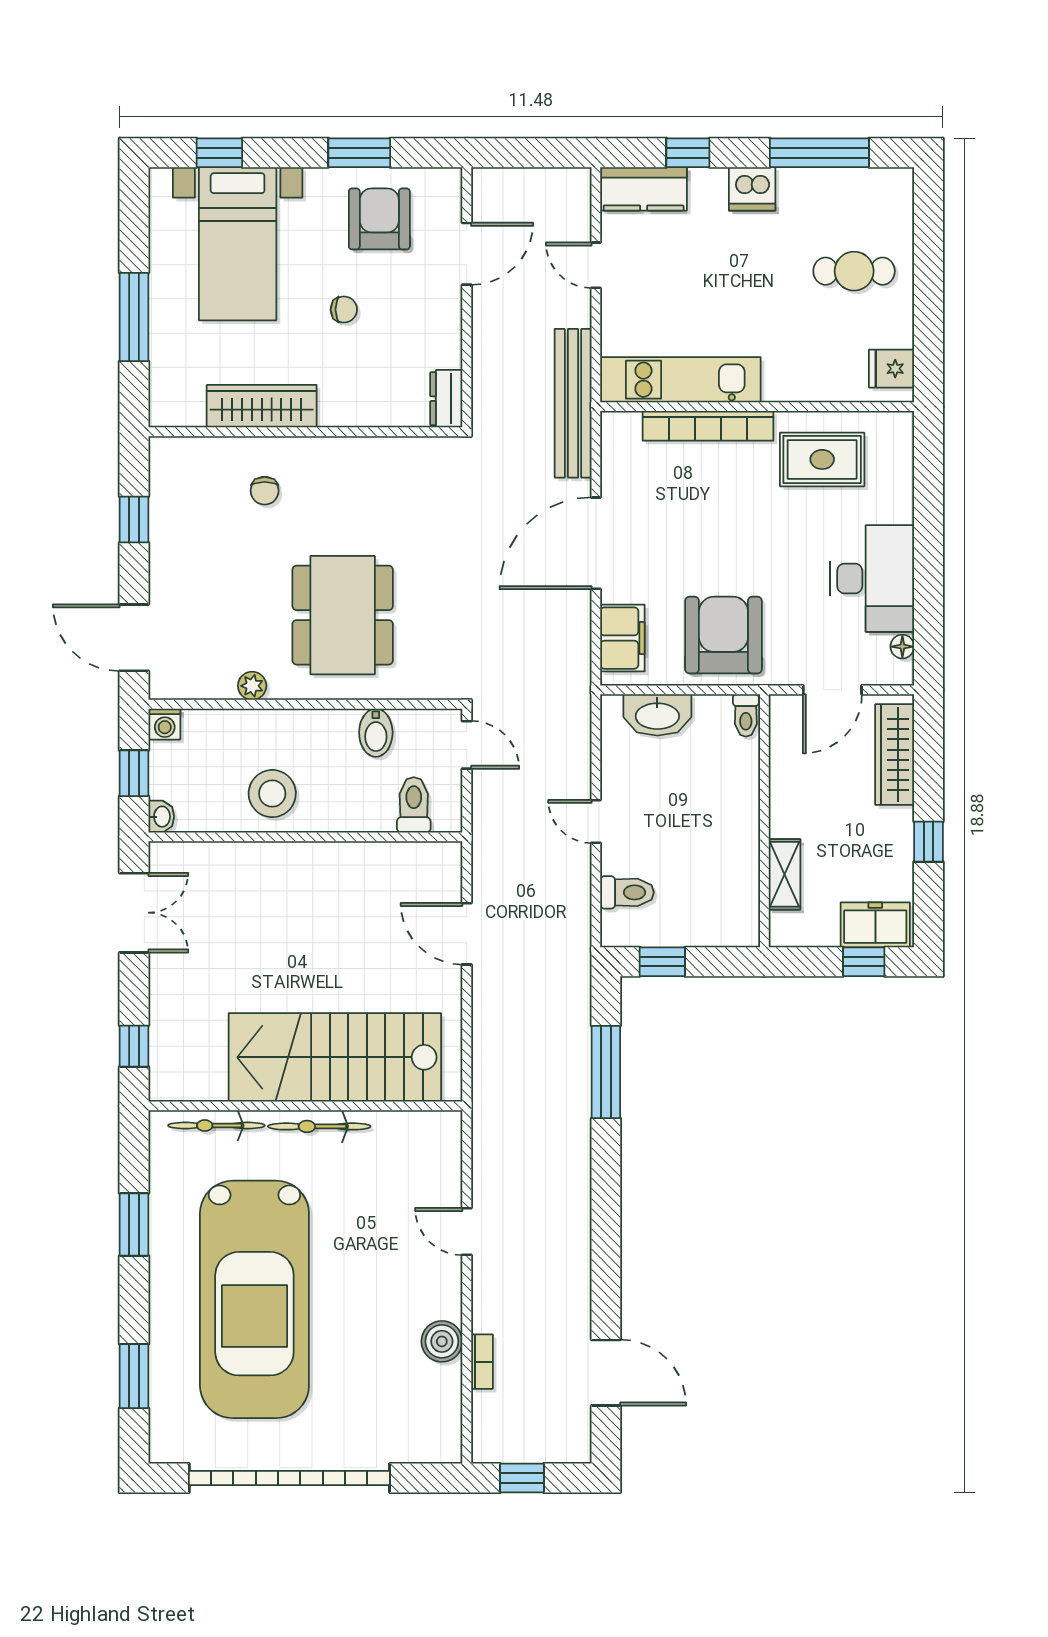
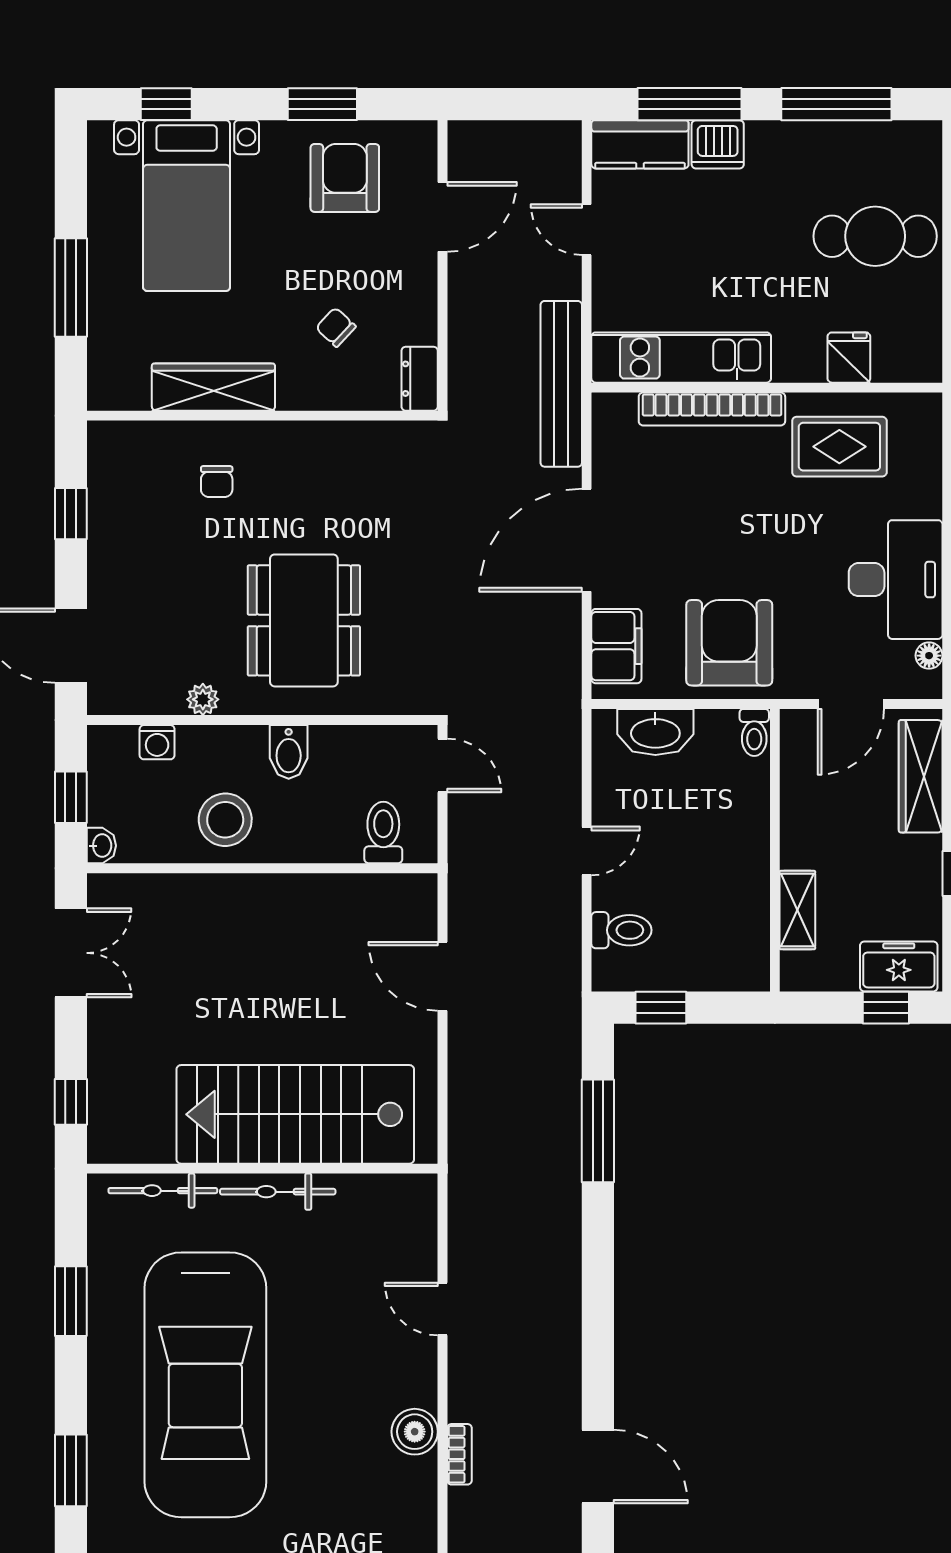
window: (688, 153) -> (689, 104), width x2.17
dishwasher: (752, 189) -> (718, 144), moved
cafe table: (854, 271) -> (875, 236), width x1.37, depth x1.35
chair: (344, 309) -> (336, 327), moved, turned -137
fridge: (892, 369) -> (849, 358), moved, turned 90
washing machine: (165, 724) -> (157, 742), moved
bidet: (376, 733) -> (289, 752), moved
door: (596, 821) -> (587, 851), swing flipped

